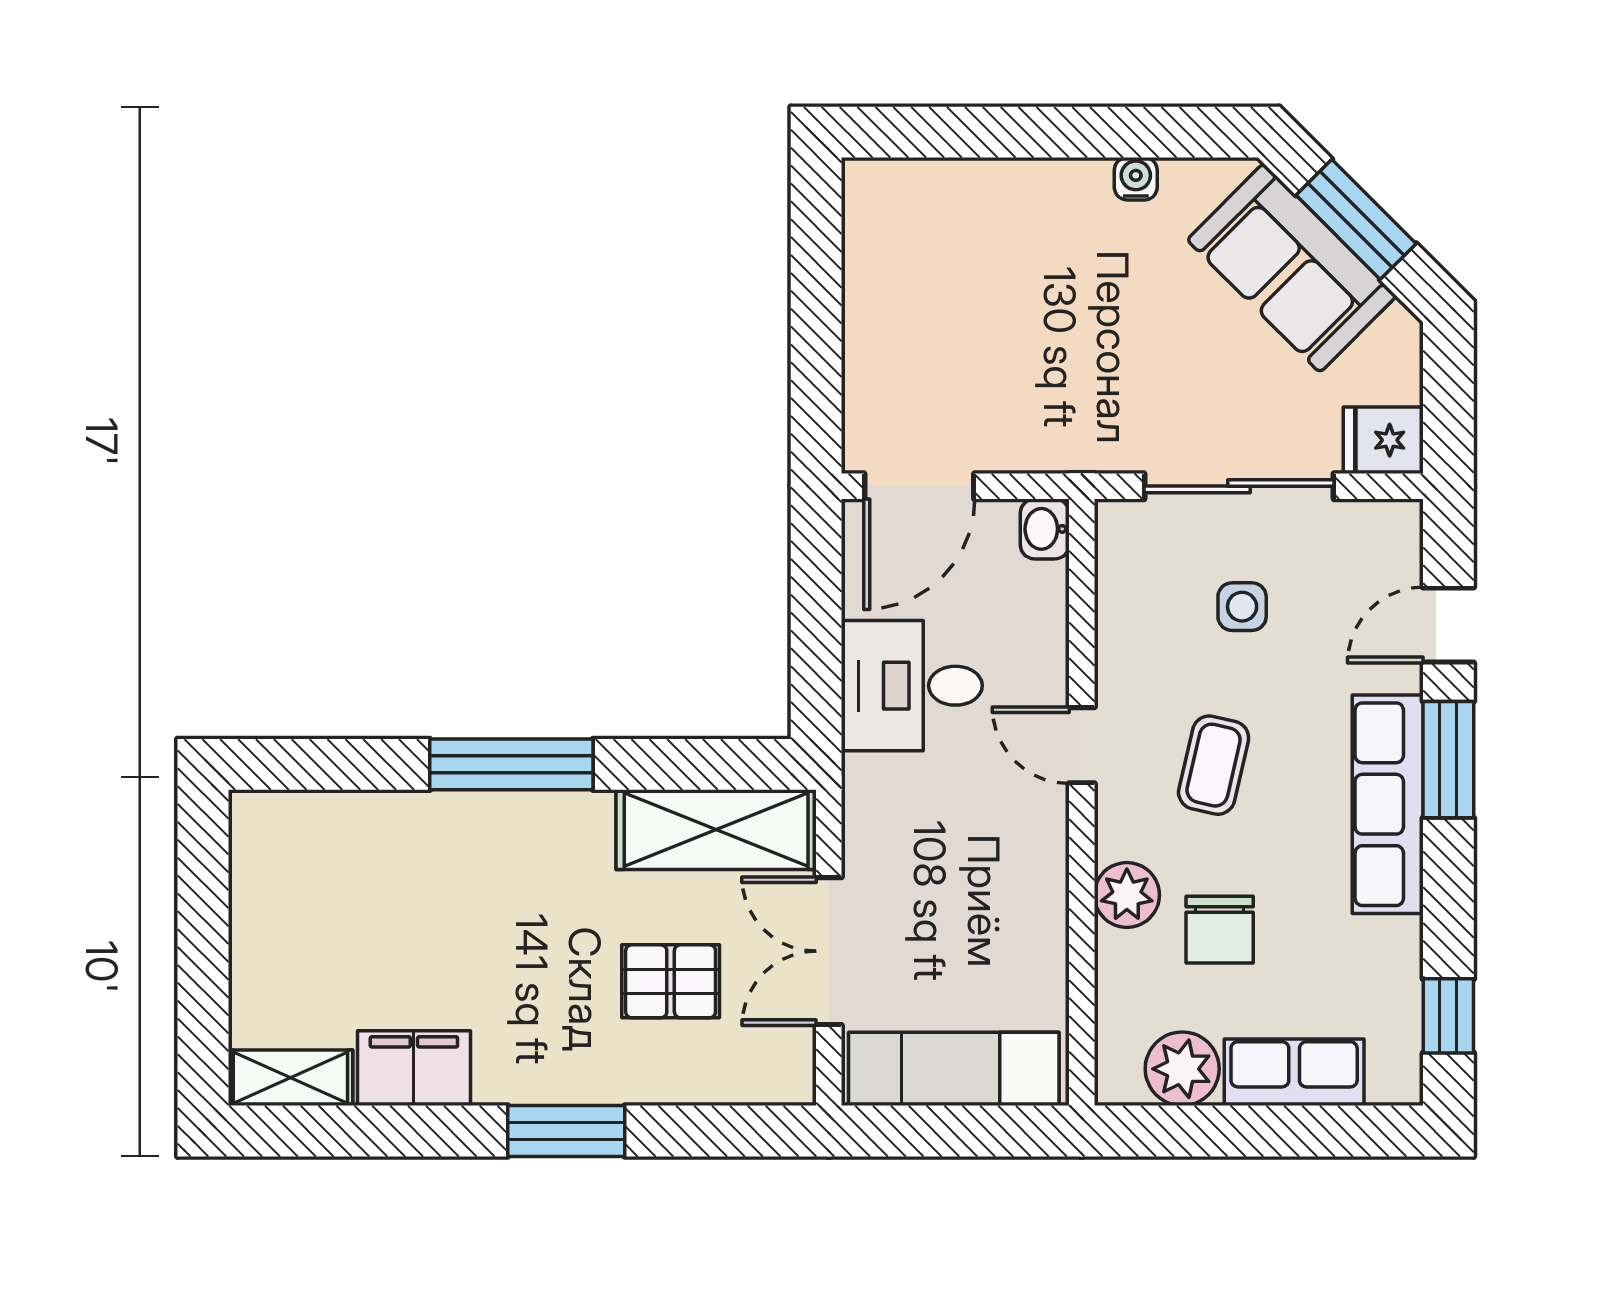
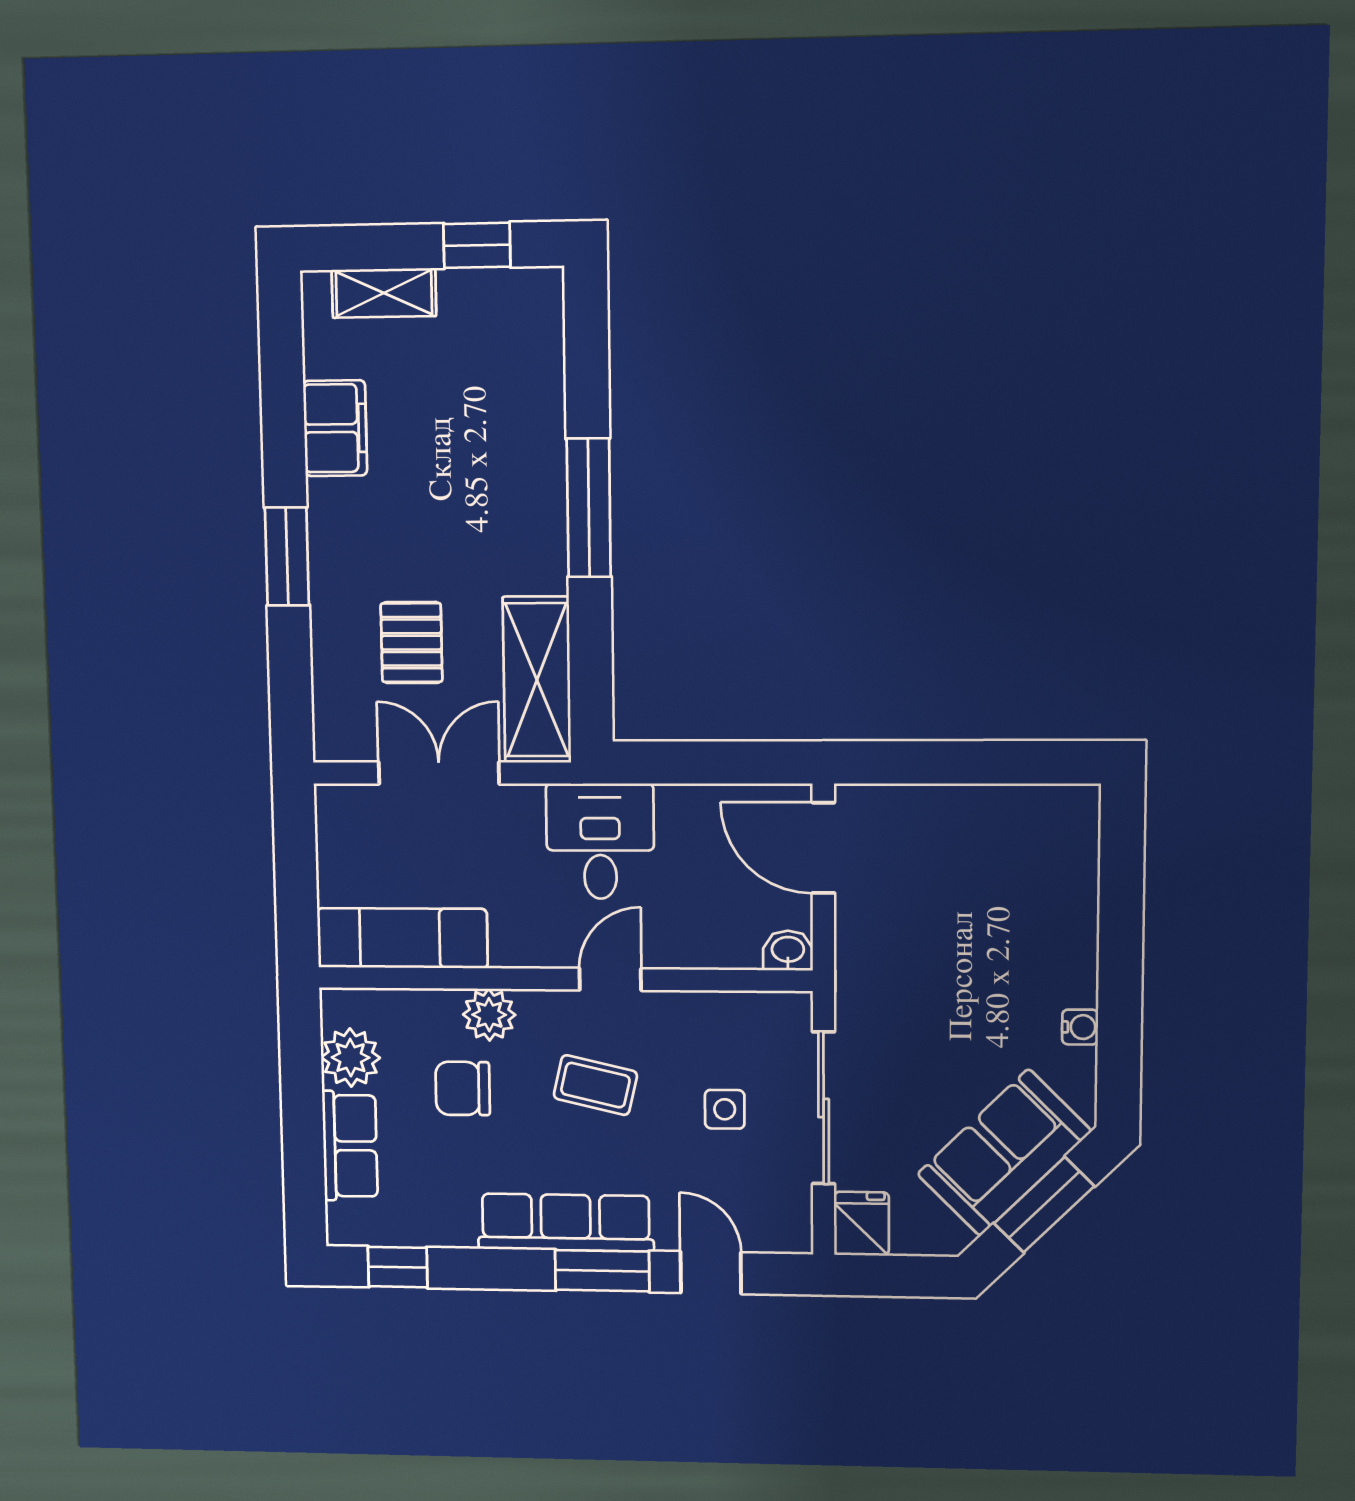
desk: (912, 686) -> (600, 841), moved
window: (203, 893) -> (477, 245), added
exam couch: (954, 1069) -> (402, 938), moved, turned -90
shelving: (290, 1078) -> (384, 293), moved, turned 90

